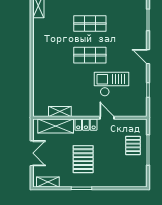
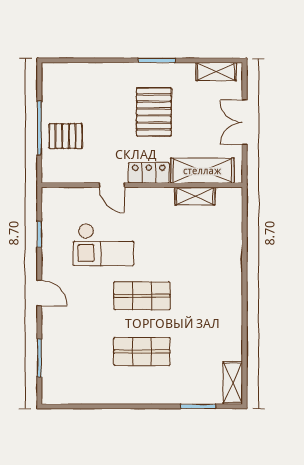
pallet: (133, 145) -> (66, 136), turned 90

